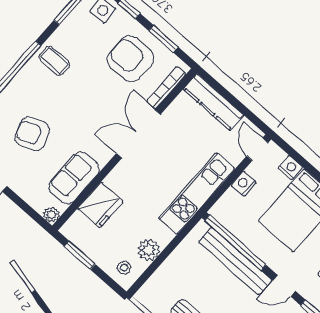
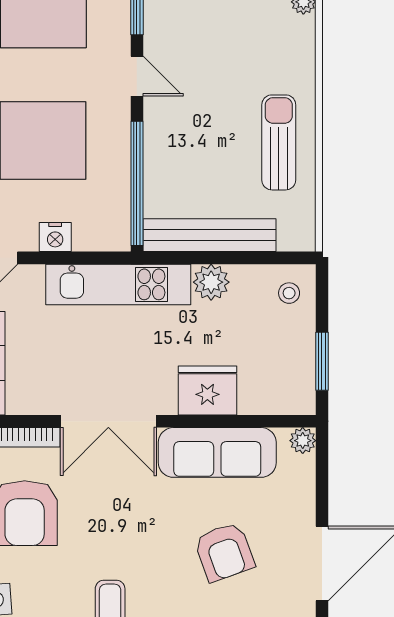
sofa: (74, 178) -> (217, 452), width x1.36
fridge: (100, 205) -> (207, 390), moved
plant: (149, 250) -> (211, 282), moved
bench: (235, 261) -> (209, 235), moved, turned 90

